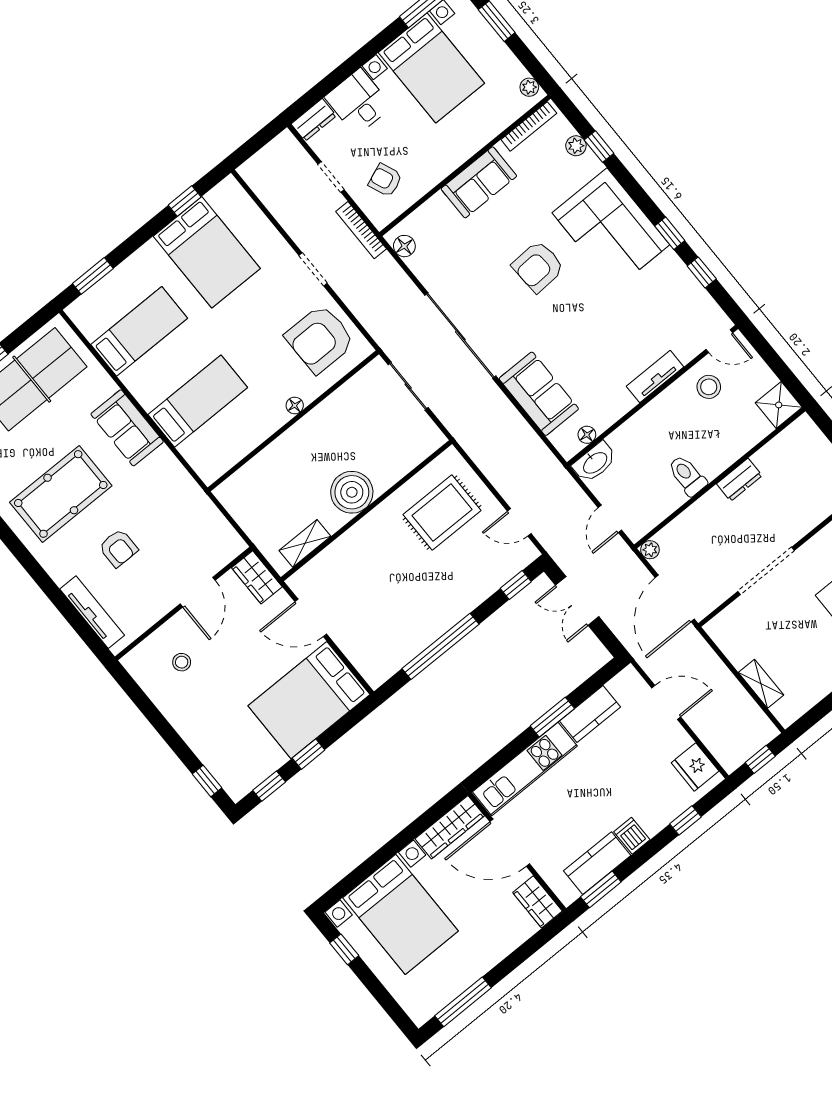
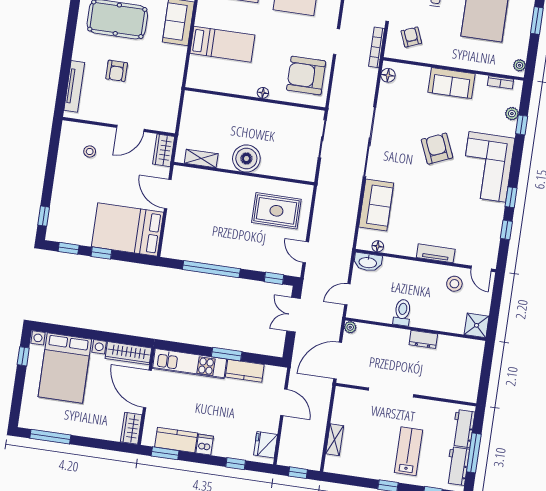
bookcase: (529, 126) -> (500, 82), width x0.64
armchair: (538, 267) -> (437, 149), turned 70

